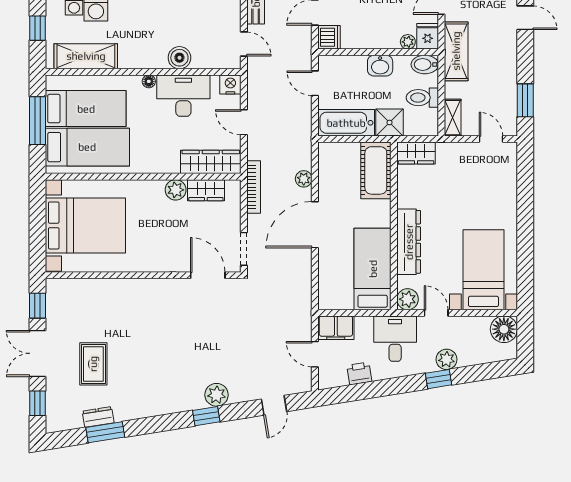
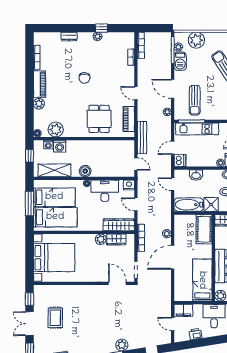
boiler: (179, 58) -> (85, 171), moved
washbasin: (380, 66) -> (196, 175), moved
rug: (93, 364) -> (55, 318), moved

